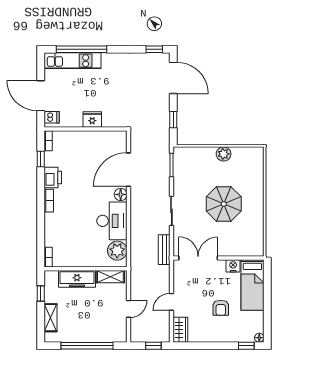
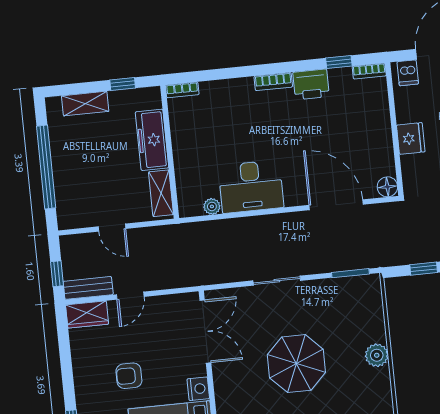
floor lamp: (121, 194) -> (387, 187), moved
bench: (164, 250) -> (88, 288), moved
plant: (117, 251) -> (212, 206), width x0.53, depth x0.53
door: (171, 302) -> (130, 296), swing flipped

